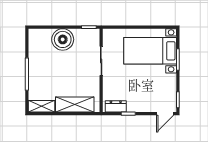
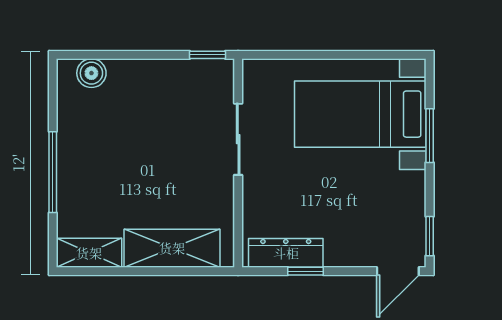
boiler: (63, 39) -> (91, 73), moved, width x0.54, depth x0.54
dresser: (116, 106) -> (286, 253), width x1.44

